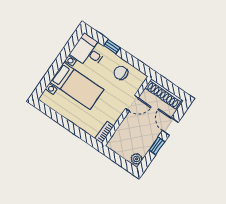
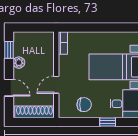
window: (157, 146) -> (9, 50), moved
plant: (137, 159) -> (19, 63), moved

